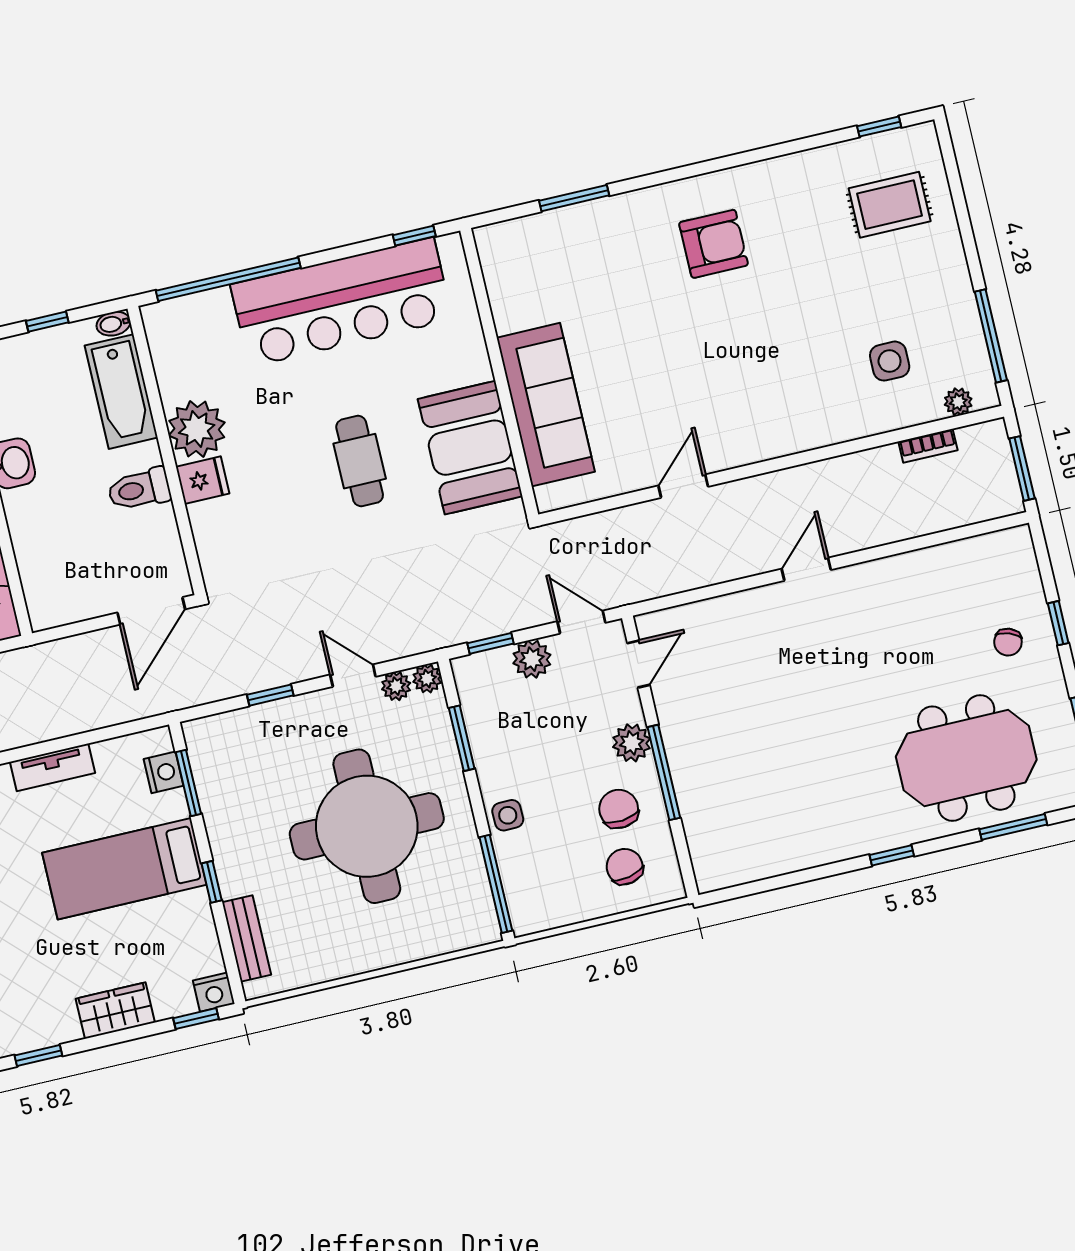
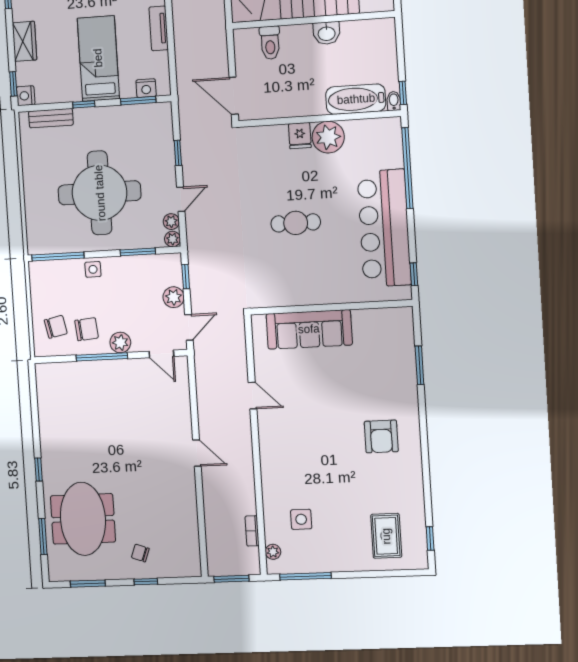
window: (47, 322) -> (403, 93), moved
booth: (470, 448) -> (293, 284), removed
toilet: (139, 489) -> (270, 43), moved, turned 180

